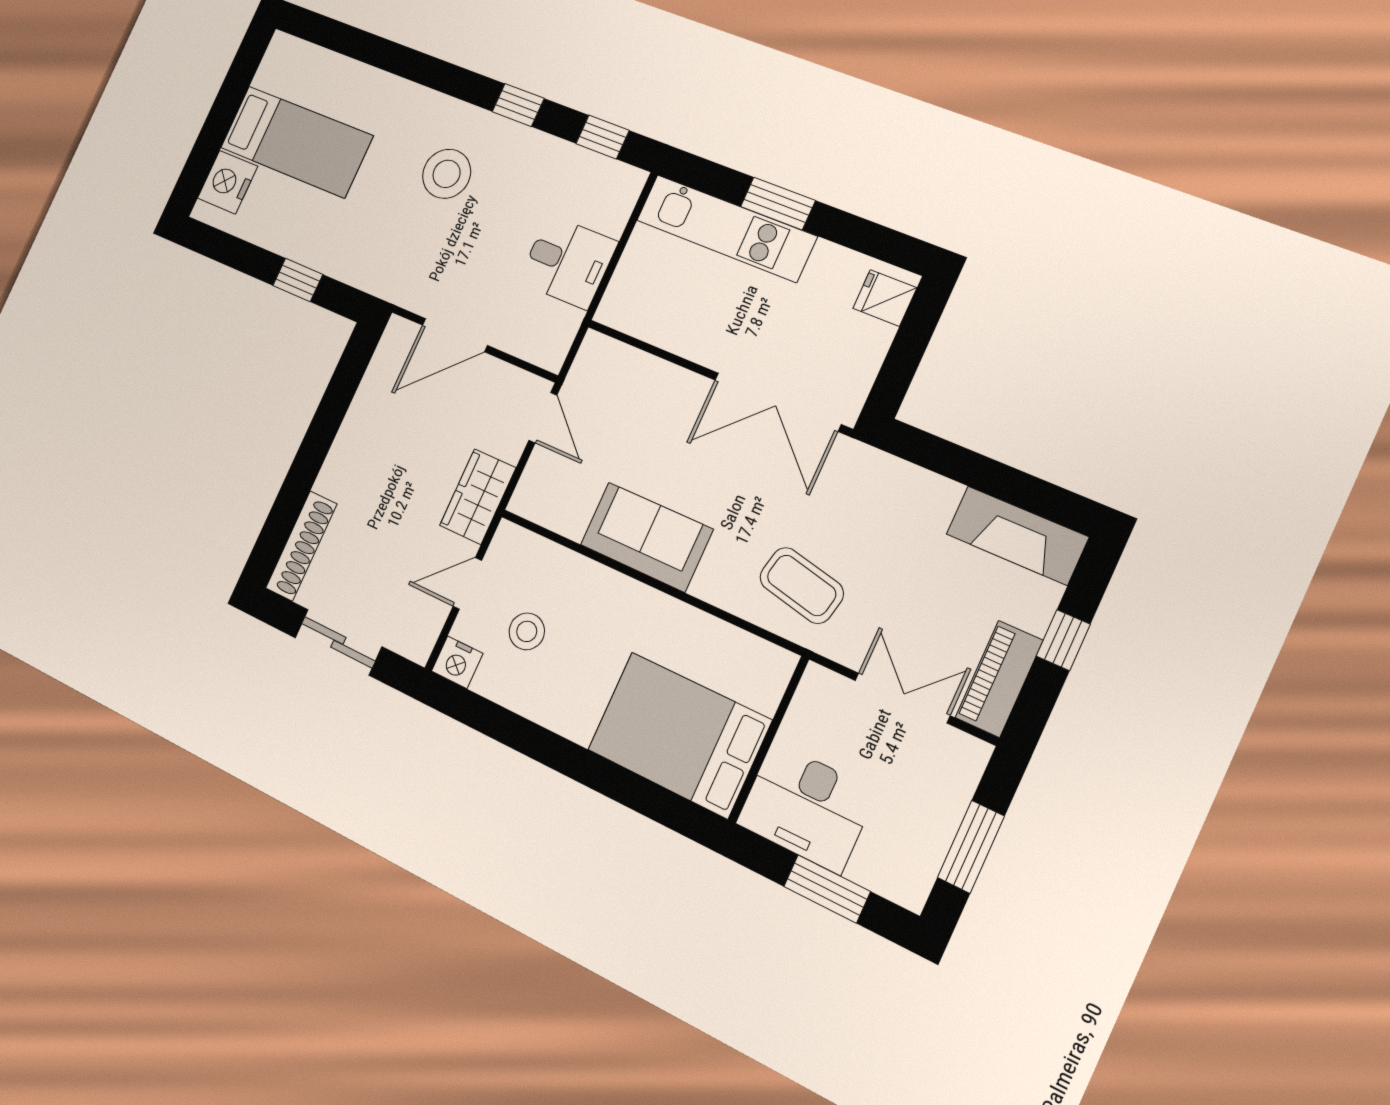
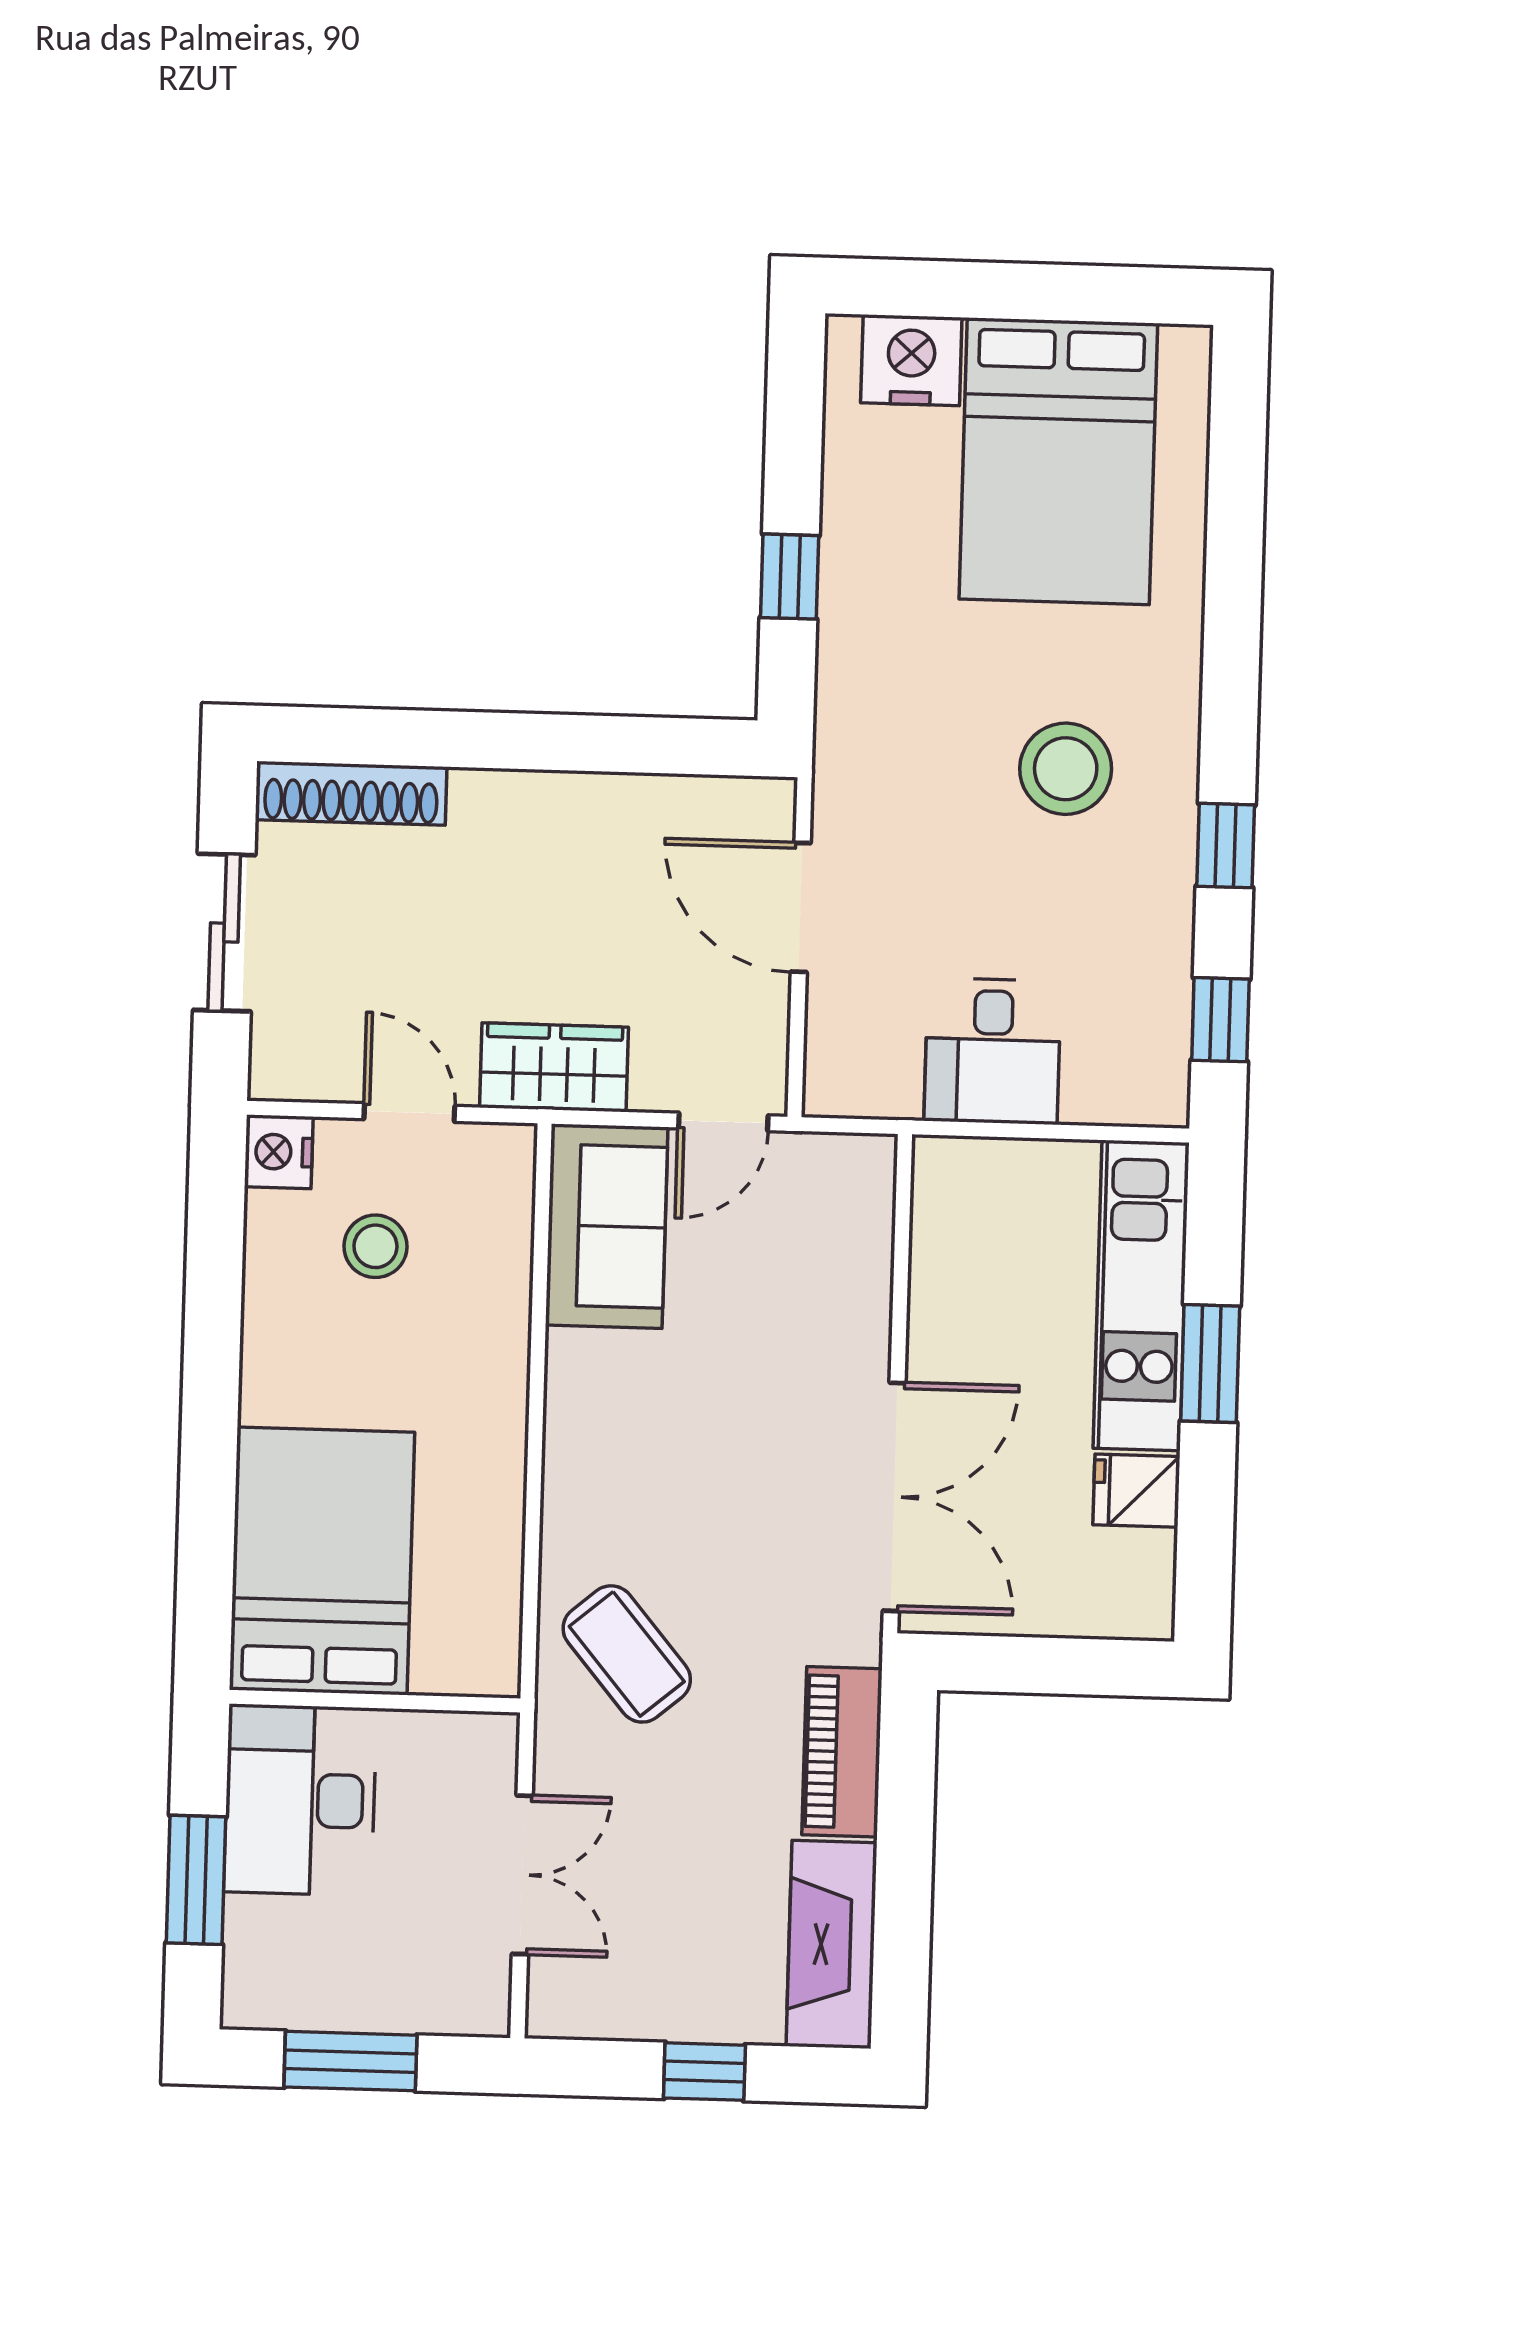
bed: (296, 142) -> (1058, 461), width x1.50
fridge: (885, 298) -> (1136, 1491), moved, turned -90
double door: (777, 402) -> (894, 1497), swing flipped
sofa: (646, 537) -> (607, 1226), moved
coffee table: (802, 585) -> (627, 1654), turned -52
piano: (999, 679) -> (842, 1752), moved, turned -90

